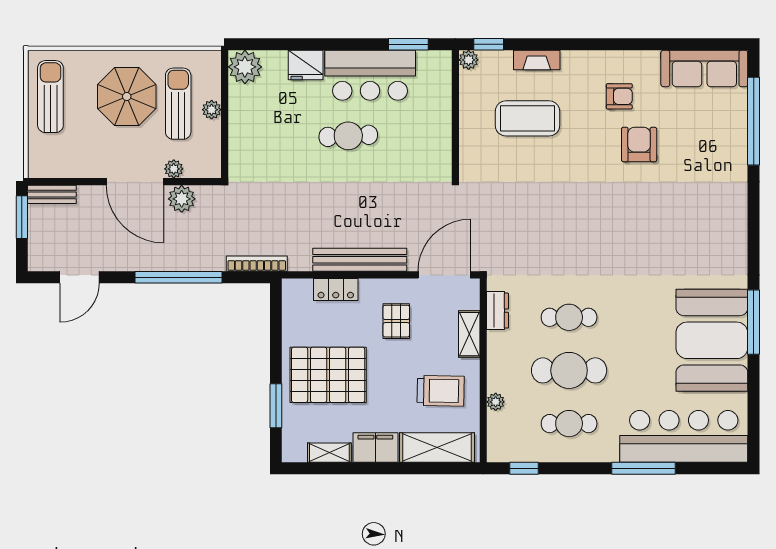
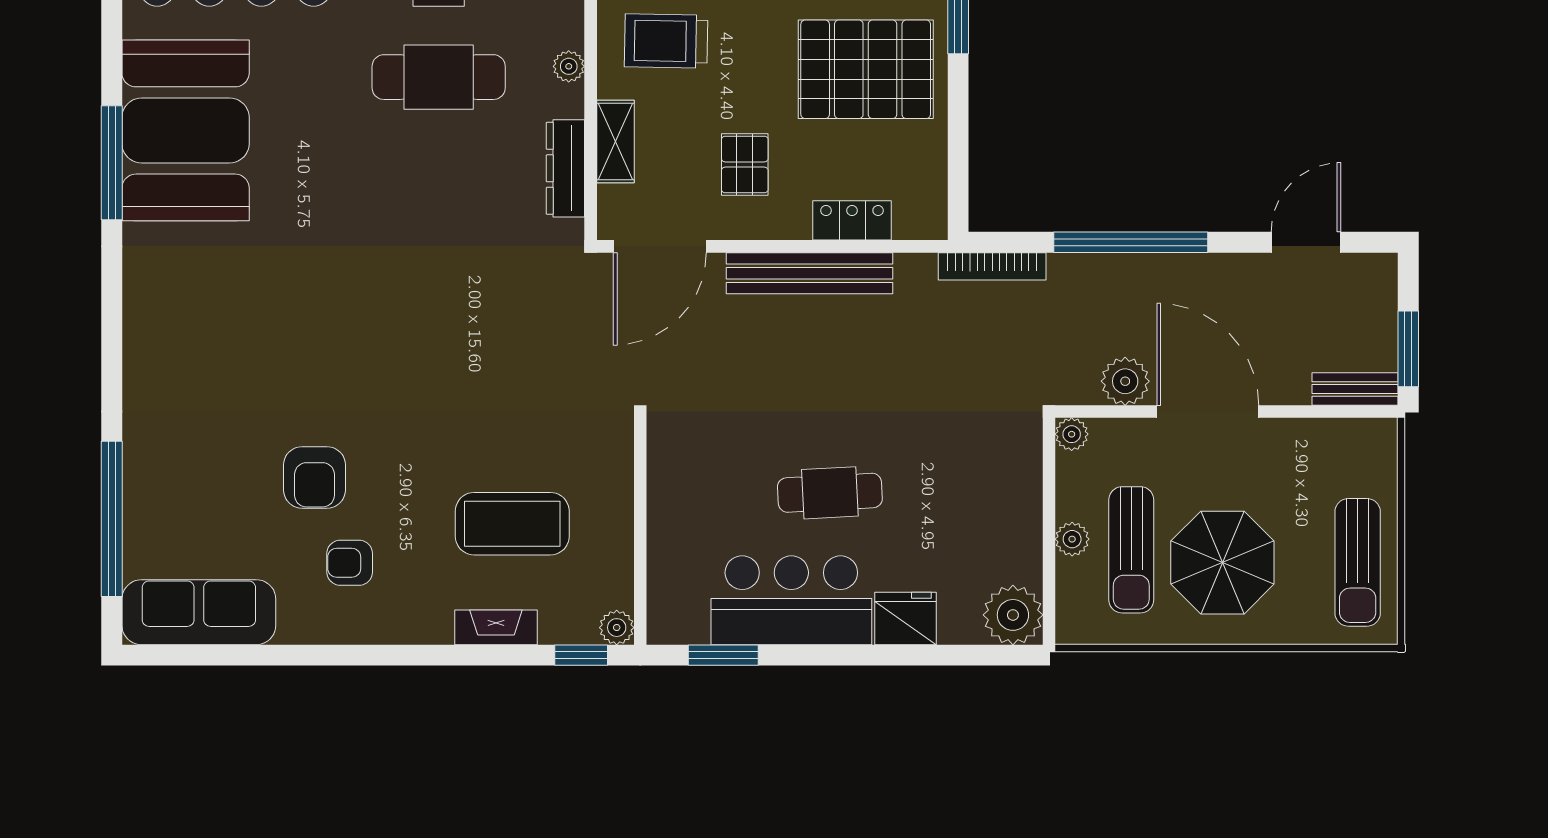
plant: (174, 169) -> (1072, 434), moved
dresser: (498, 311) -> (565, 168), width x1.44
cafe table: (569, 317) -> (439, 171), removed
plant: (496, 402) -> (569, 66), moved

